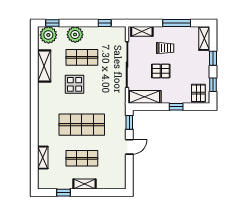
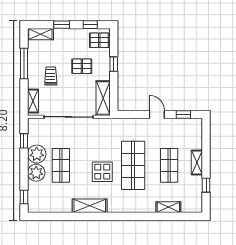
plant: (48, 35) -> (37, 154), moved
shelving: (44, 66) -> (90, 206), moved
pallet: (161, 71) -> (82, 66), moved, turned 90
display table: (74, 84) -> (102, 172), moved
window: (129, 122) -> (183, 114), moved

